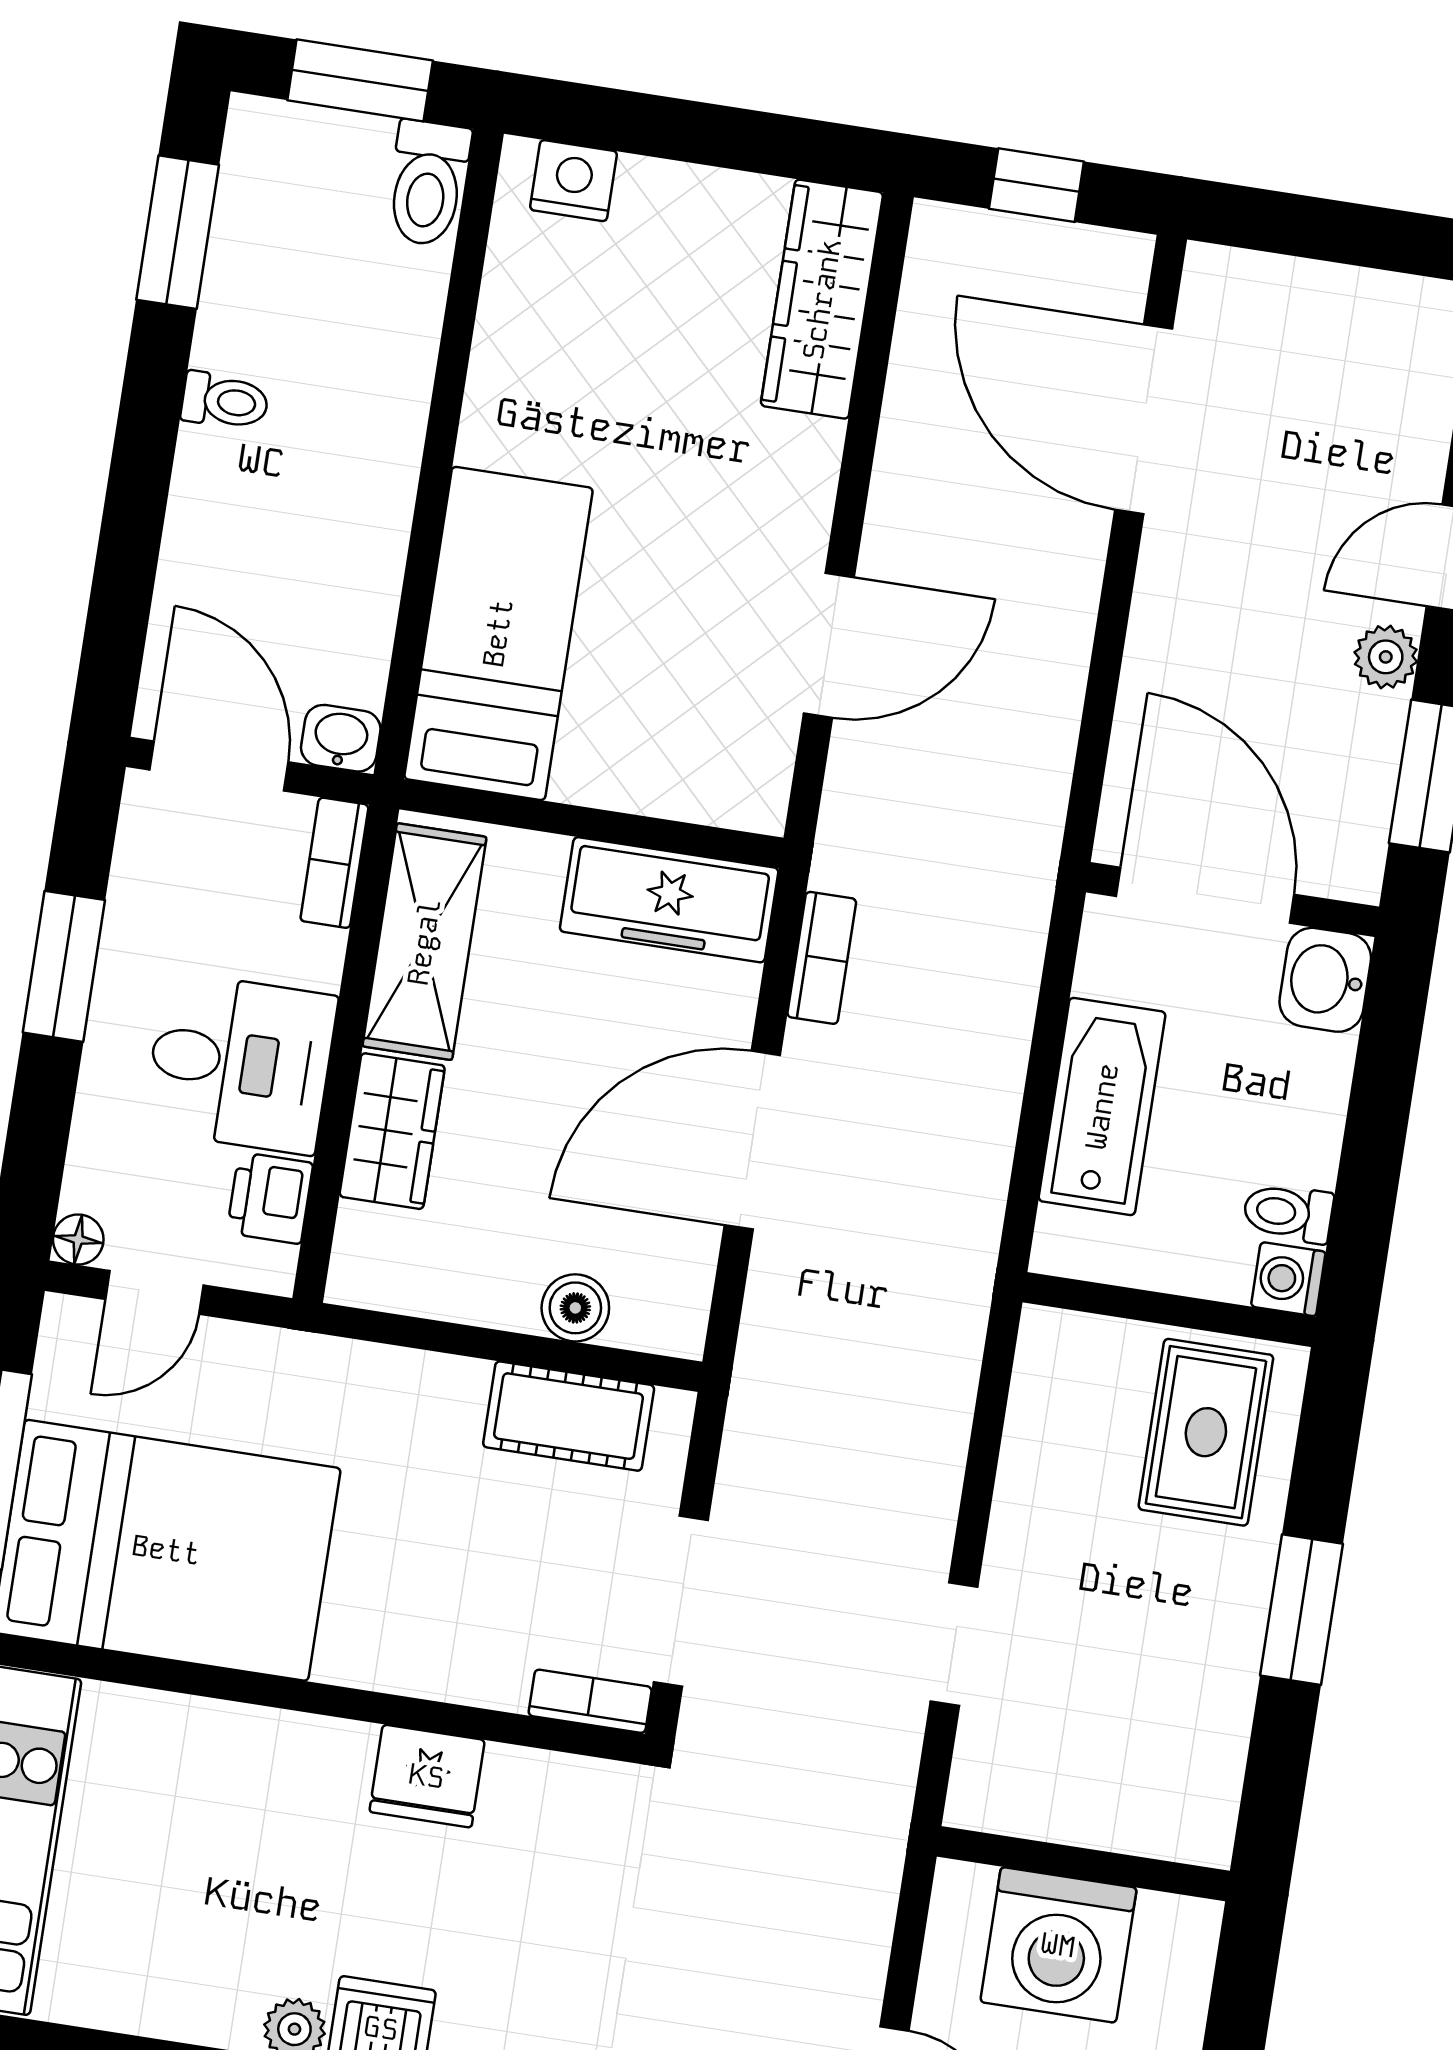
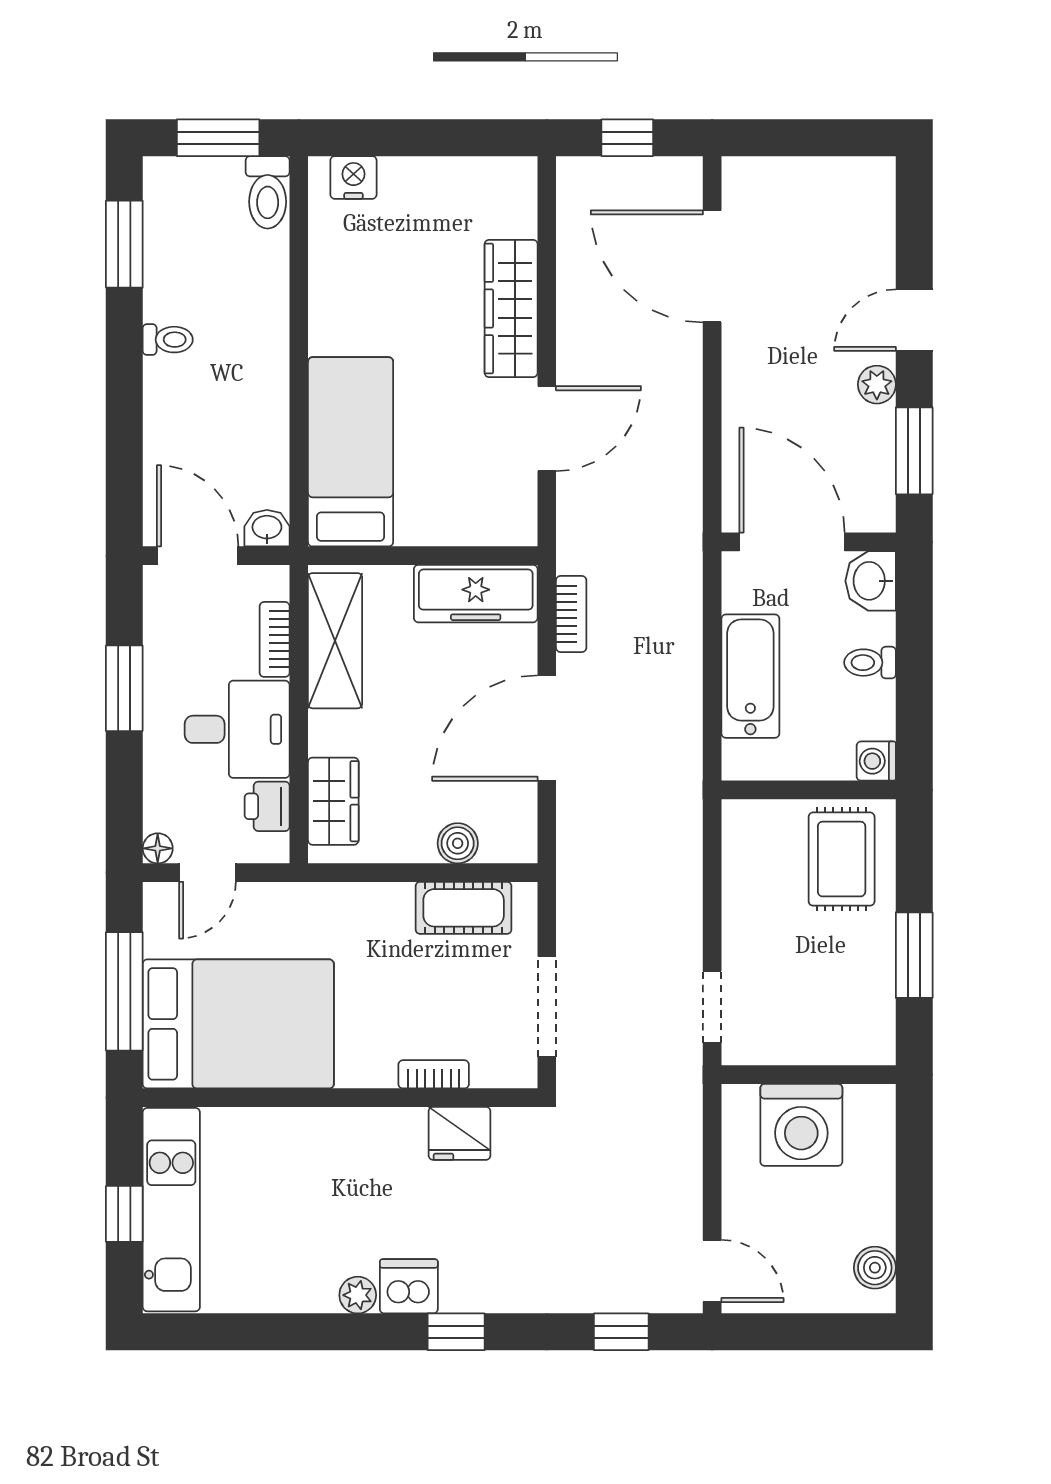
wardrobe: (822, 299) -> (511, 308), moved
bookcase: (334, 863) -> (275, 639), moved
wardrobe: (392, 1131) -> (333, 801), moved
toilet: (1288, 1213) -> (870, 663), moved
bookcase: (590, 1701) -> (434, 1074), moved
fridge: (427, 1776) -> (460, 1133), moved
wall: (1083, 1864) -> (809, 1075), moved
washing machine: (1058, 1945) -> (801, 1125), moved

